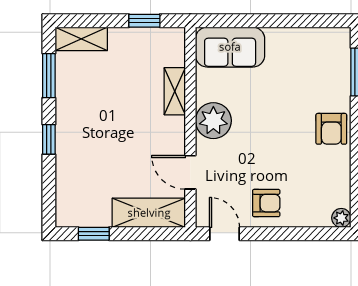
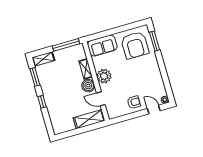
window: (144, 21) -> (66, 45), width x2.17
armchair: (331, 129) -> (135, 45), moved, width x1.88, depth x1.88
boiler: (170, 133) -> (88, 86), added
window: (94, 234) -> (70, 134), removed
door: (224, 234) -> (154, 110), moved

